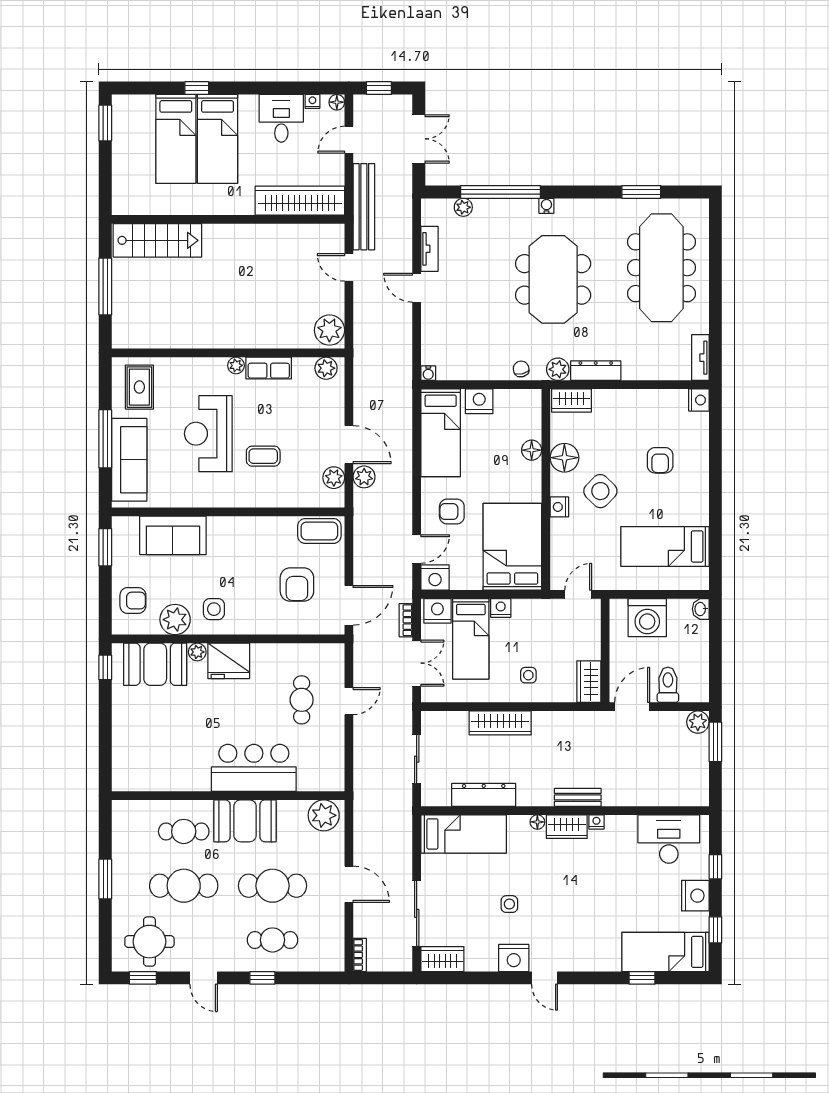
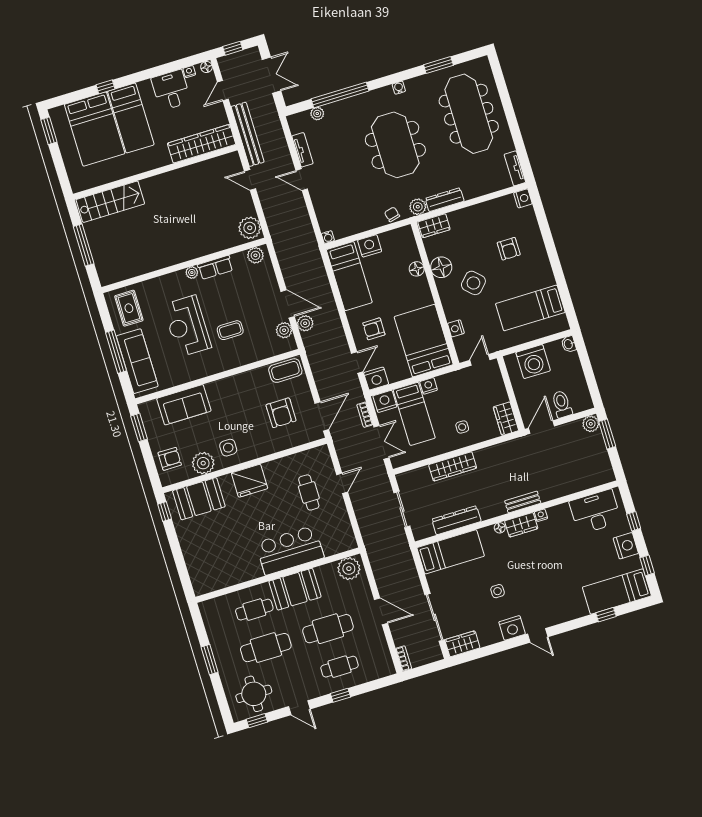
bed: (176, 139) -> (95, 129), width x1.50
water cooler: (546, 206) -> (399, 88), moved
nightstand: (559, 507) -> (456, 328), moved
plant: (197, 652) -> (226, 481), removed

